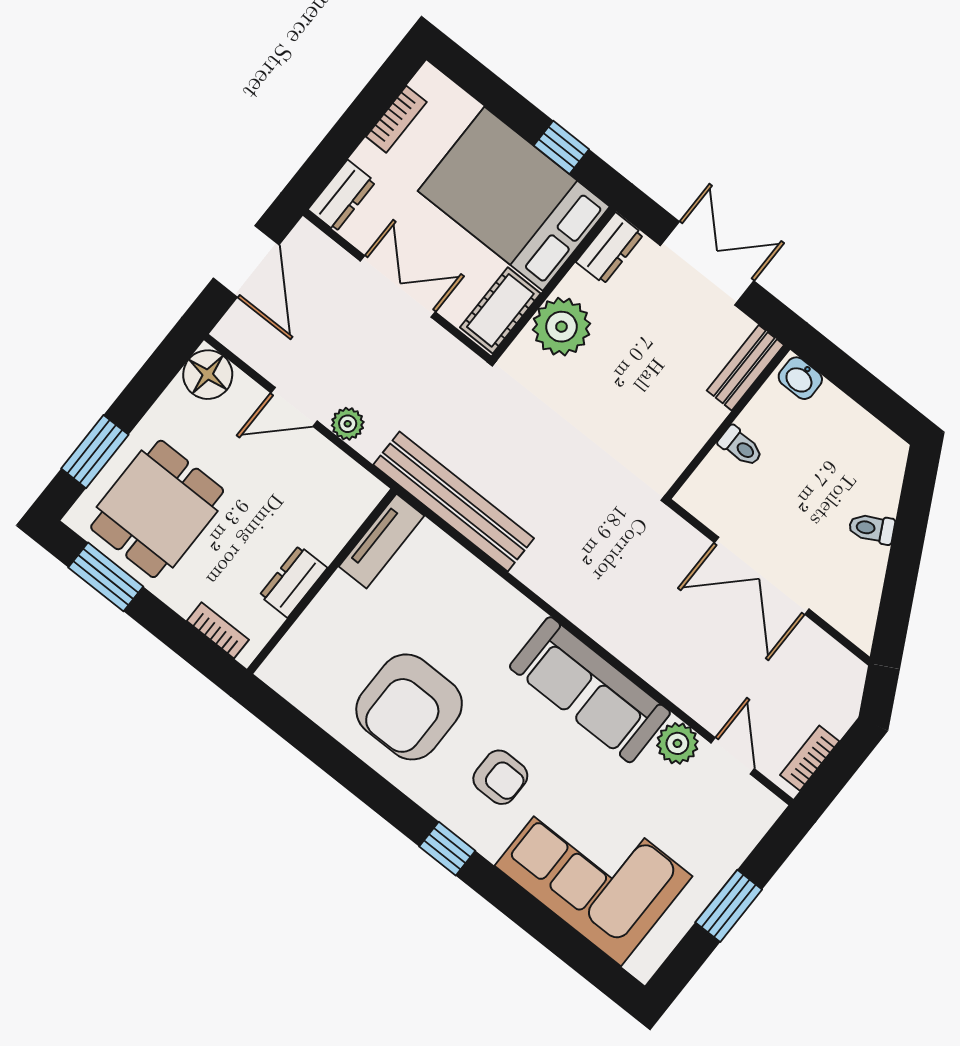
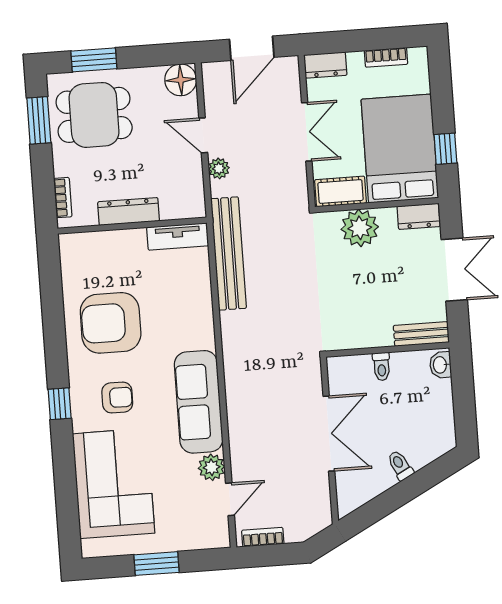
double door: (762, 576) -> (329, 434), swing flipped
dresser: (293, 582) -> (129, 211), width x1.44
armchair: (500, 777) -> (117, 398), turned -90

